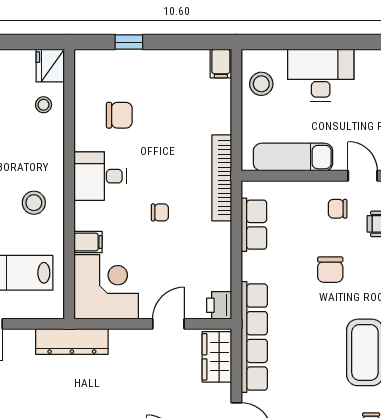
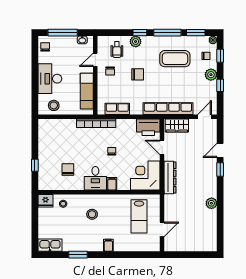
filing cabinet: (221, 63) -> (45, 124), removed
stool: (34, 203) -> (92, 214), moved
filing cabinet: (88, 242) -> (112, 184), moved
printer: (219, 305) -> (148, 127), width x1.87, depth x1.48
dresser: (72, 342) -> (170, 178), moved

